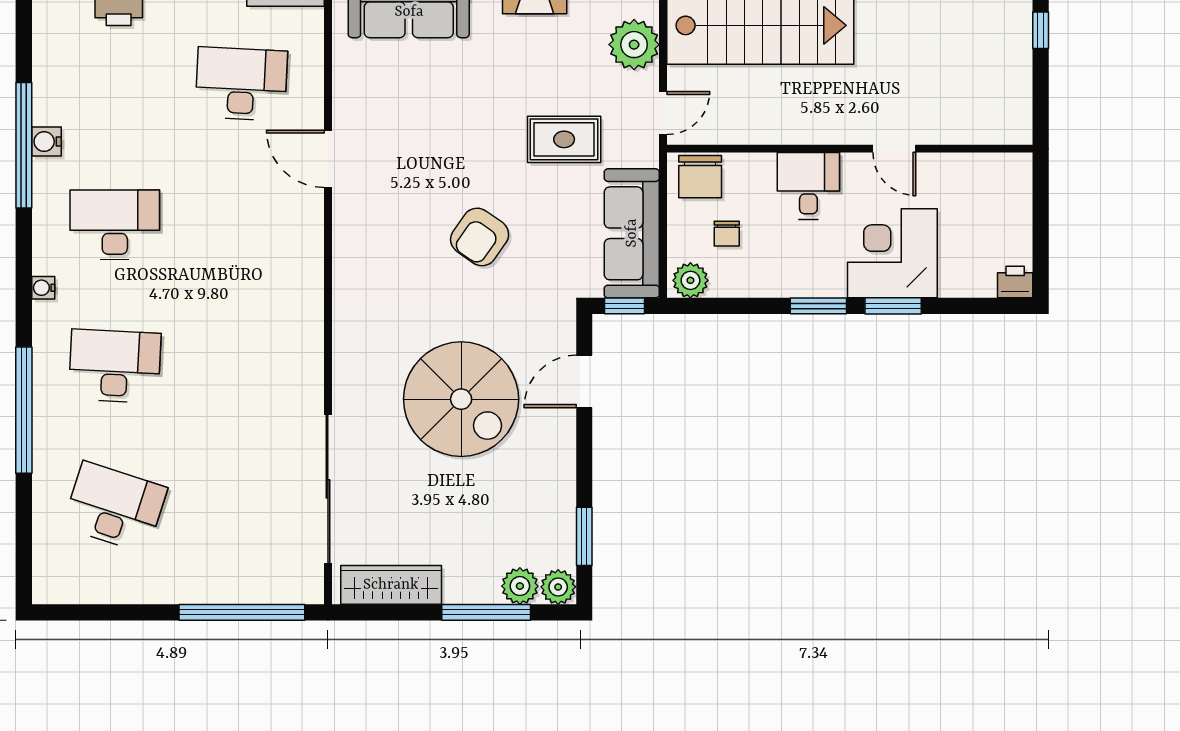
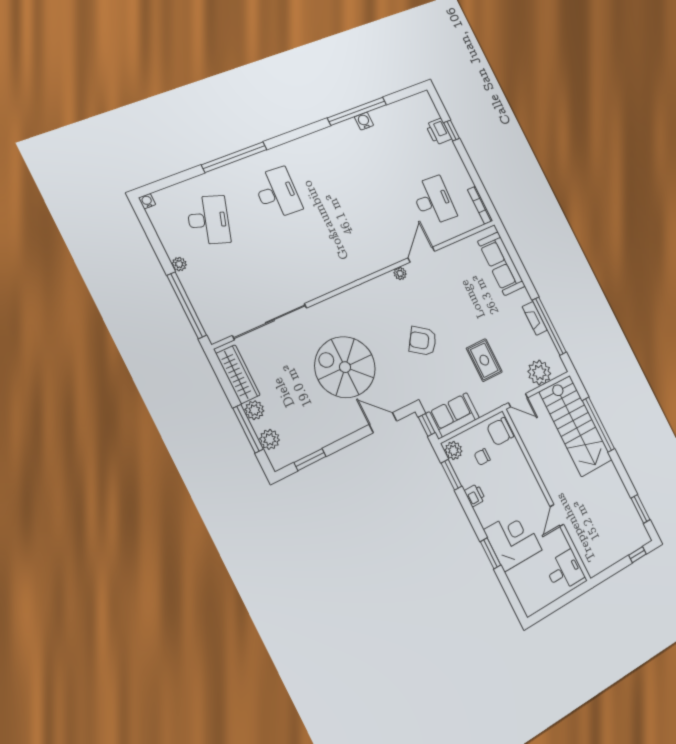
desk: (808, 186) -> (565, 571), moved
plant: (345, 216) -> (400, 273), added
desk: (115, 225) -> (343, 167), removed
sofa: (632, 233) -> (453, 416), width x0.73
printer: (1015, 282) -> (475, 495), moved
water cooler: (43, 288) -> (147, 201), moved
window: (818, 306) -> (451, 475), moved
spiral stairs: (461, 399) -> (345, 367), turned 90
plant: (558, 587) -> (254, 410), moved
plant: (169, 591) -> (179, 264), added

